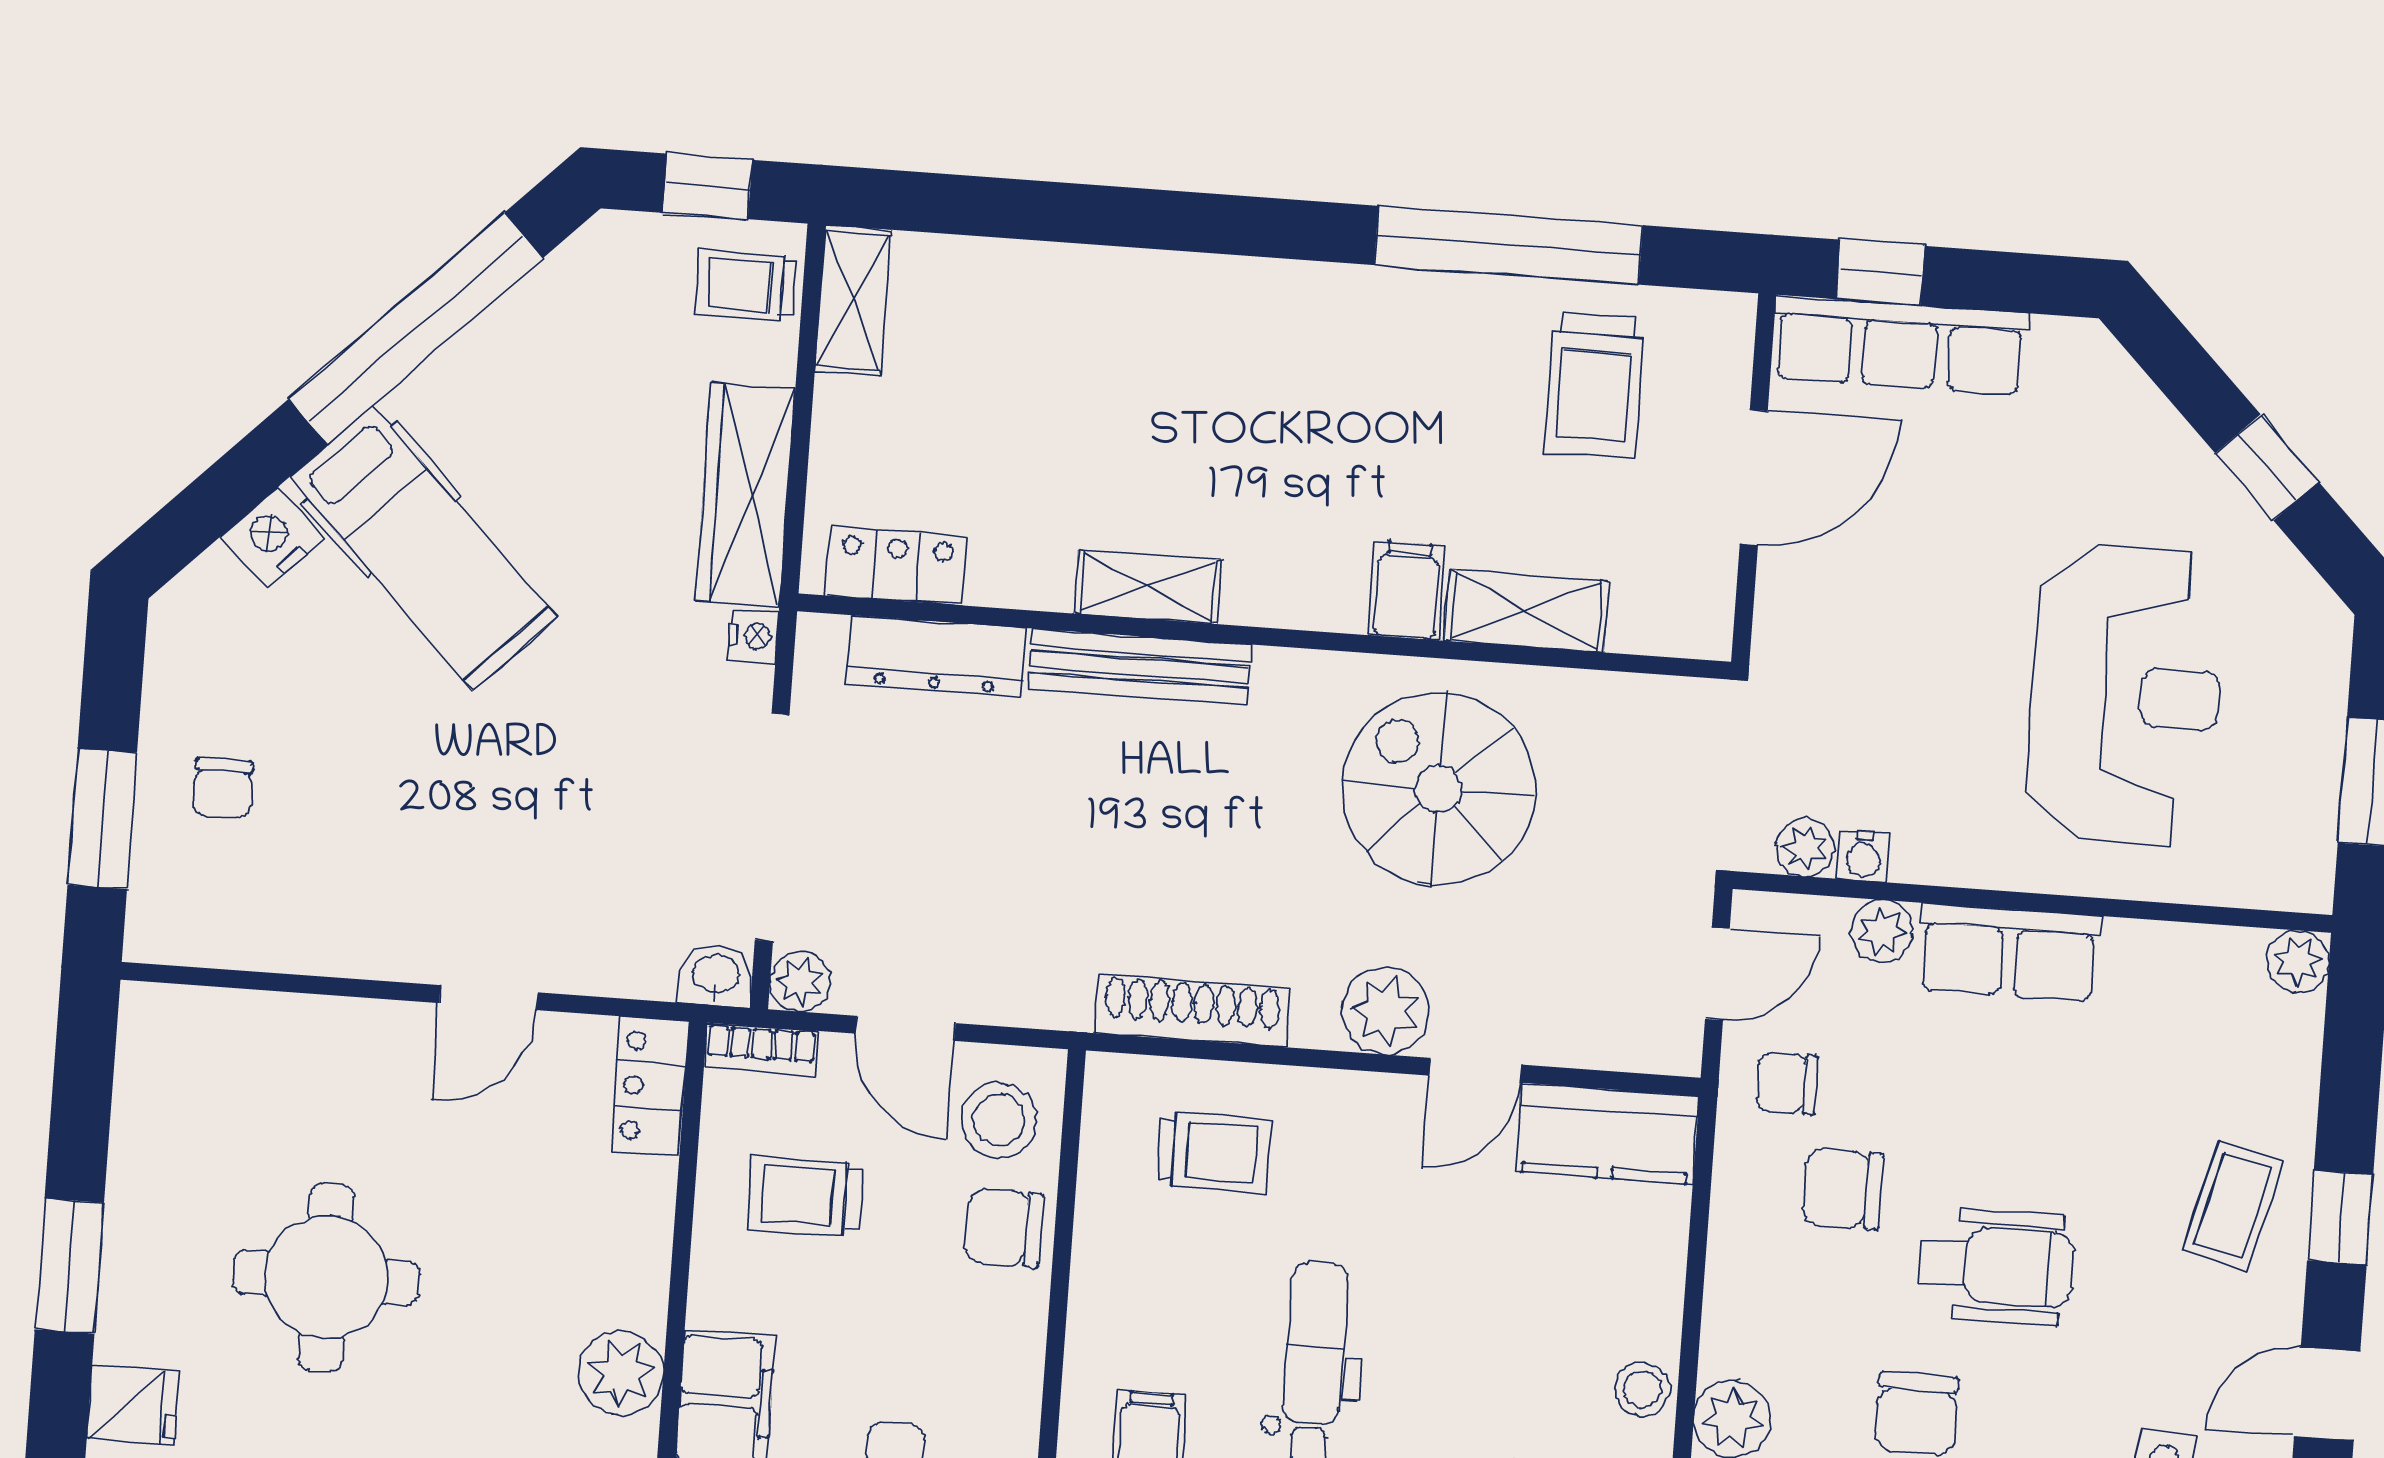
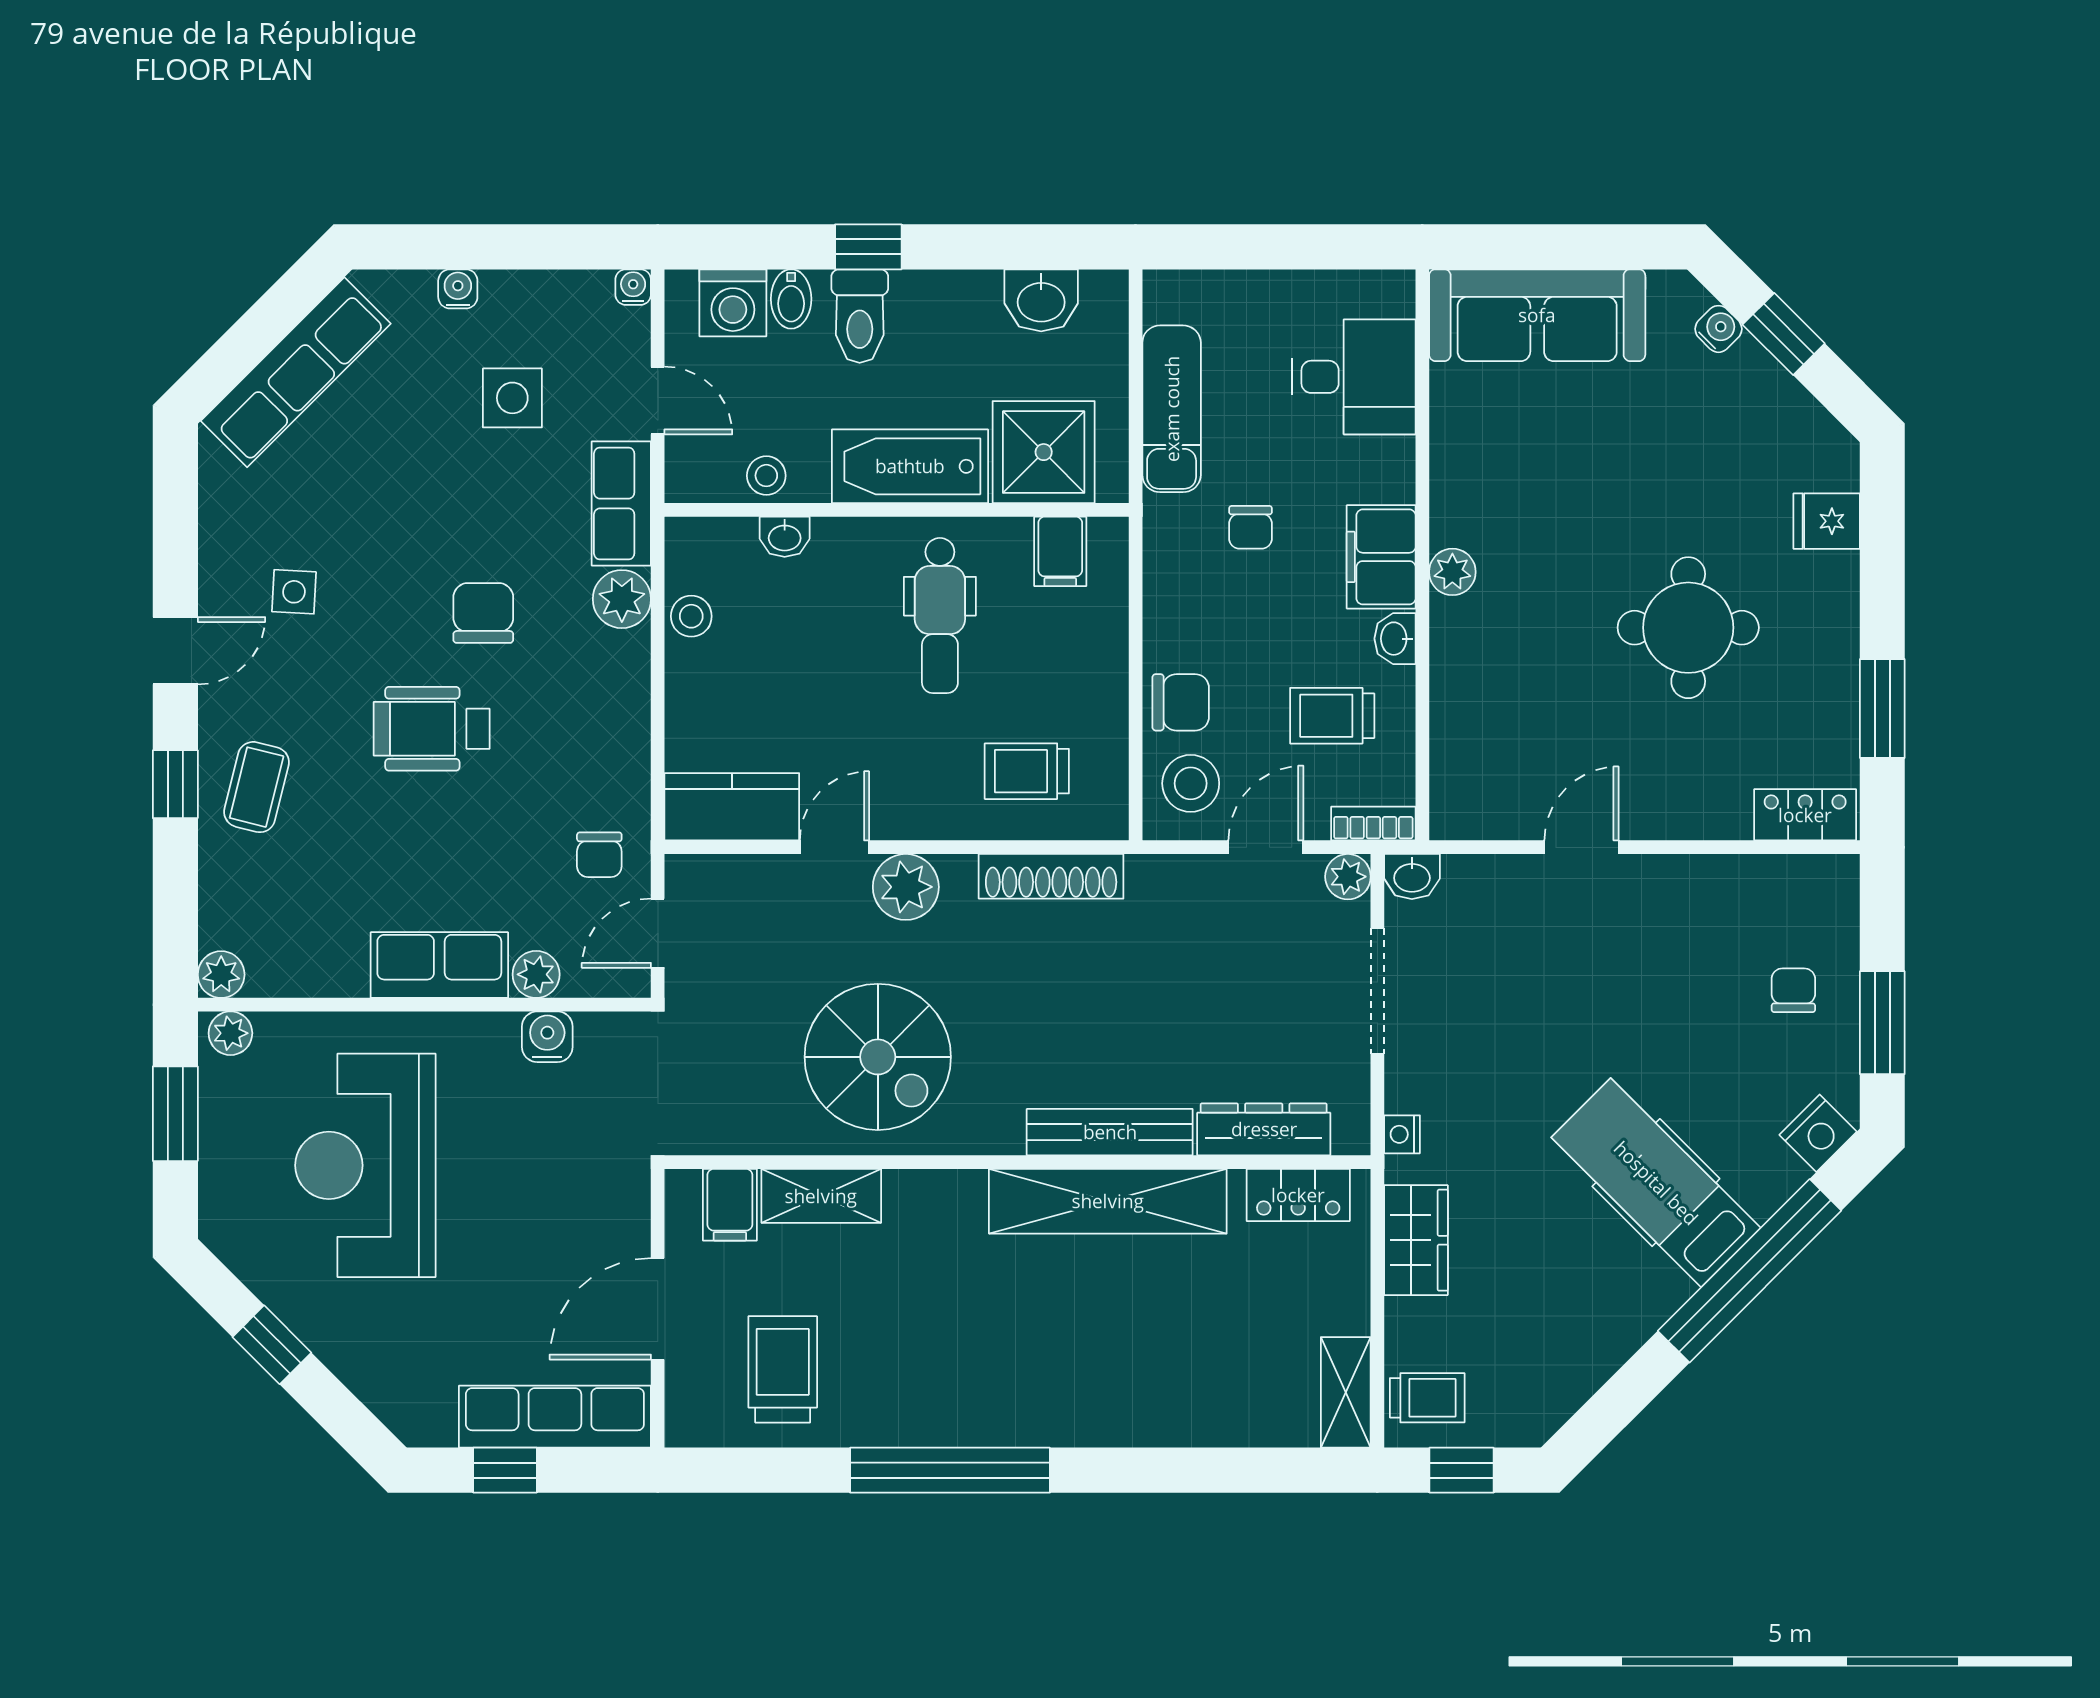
window: (1508, 245) -> (950, 1470), moved
window: (1880, 273) -> (505, 1470), moved
window: (416, 329) -> (1750, 1271), moved
wardrobe: (745, 495) -> (1416, 1240), width x0.67
nightstand: (272, 538) -> (1818, 1133), moved
shelving: (1148, 587) -> (1108, 1201), width x2.20, depth x1.33
filing cabinet: (1407, 590) -> (730, 1205), moved
window: (102, 819) -> (1882, 1023), moved
doorway: (772, 827) -> (1377, 991), width x0.73
plant: (1805, 847) -> (230, 1033), moved
water cooler: (1863, 856) -> (547, 1037), width x1.38, depth x1.38
door: (906, 1028) -> (1266, 847), hinge flipped
chair: (1787, 1083) -> (599, 855), turned 90
locker: (650, 1086) -> (1805, 815), moved, turned -90
chair: (1843, 1189) -> (551, 778), removed
trolley: (805, 1196) -> (1332, 716), turned 180
window: (69, 1266) -> (1882, 709), moved
washbasin: (715, 1291) -> (1395, 639), added
plant: (621, 1373) -> (1452, 572), width x0.73, depth x0.73

